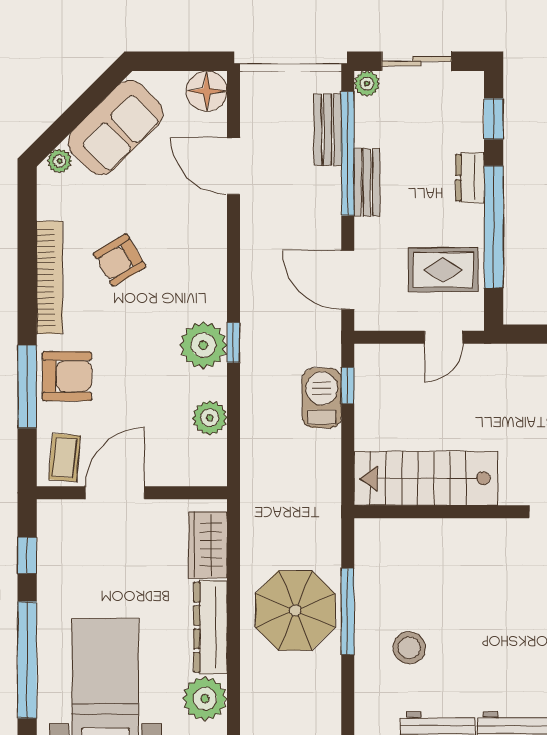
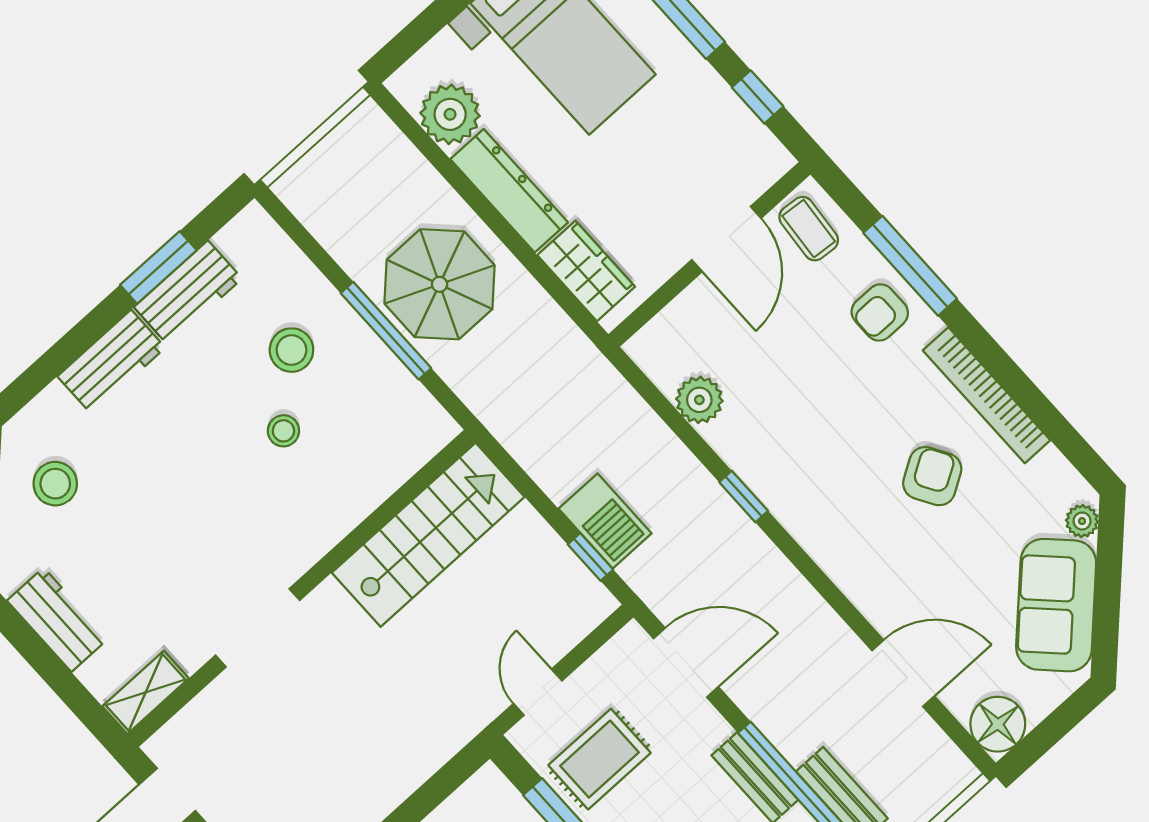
plant: (203, 345) -> (771, 467), removed
armchair: (67, 376) -> (880, 312), width x0.72, depth x0.72
stool: (454, 607) -> (283, 431), added

